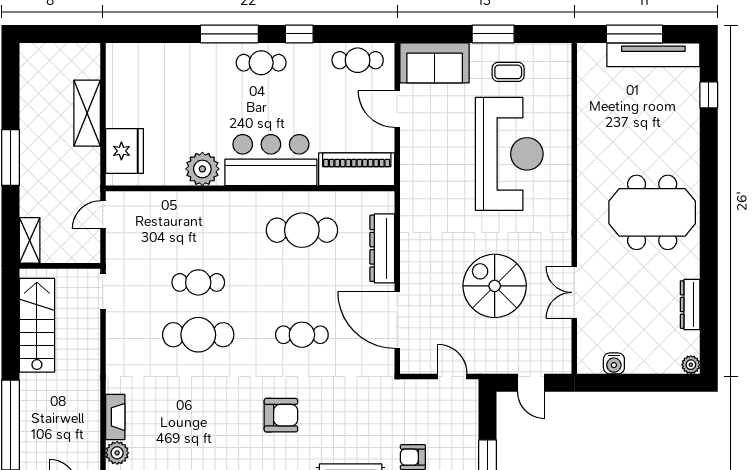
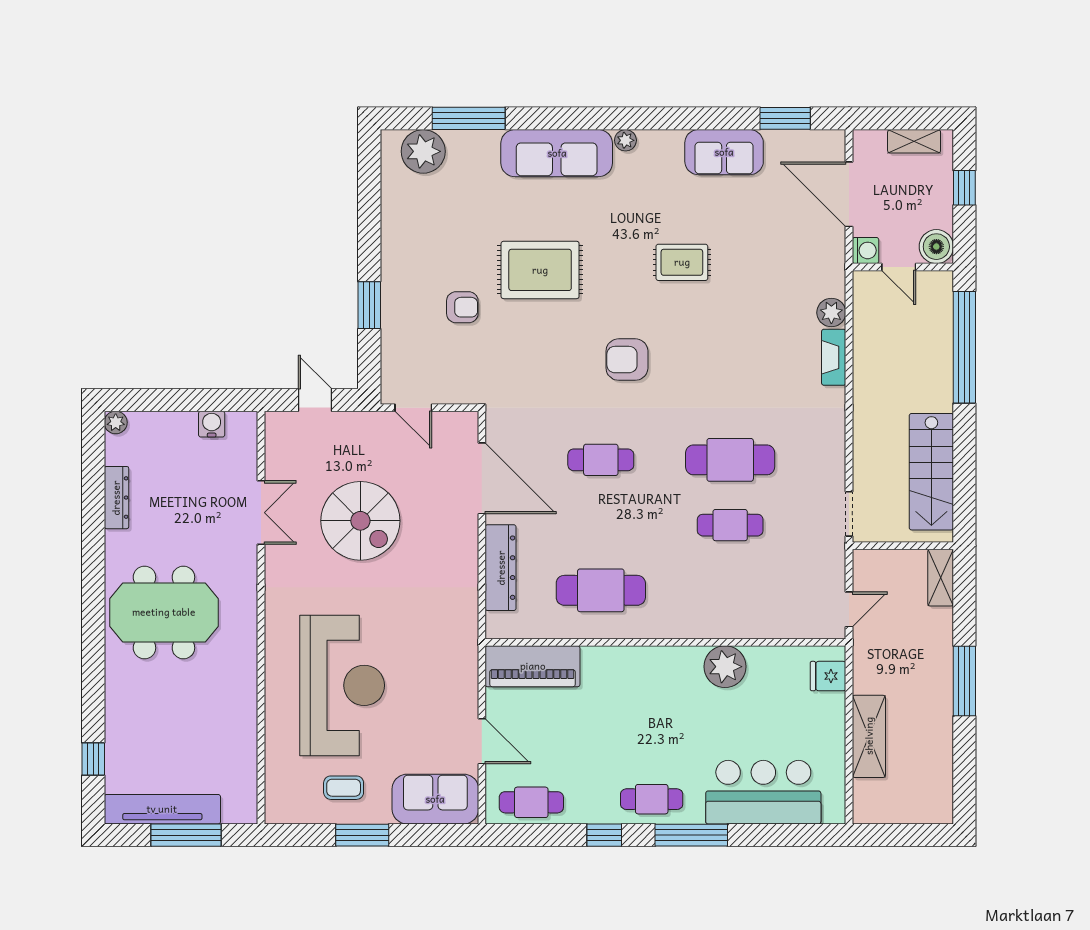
fridge: (125, 151) -> (828, 676), width x0.53, depth x0.75
reception desk: (509, 154) -> (342, 685), turned 180
bar counter: (271, 160) -> (763, 792), moved, turned 180

